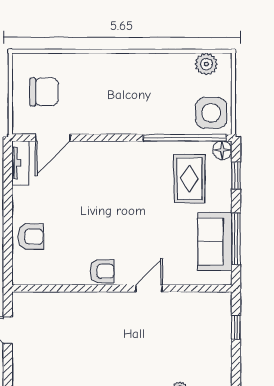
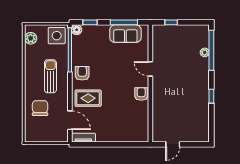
chair: (44, 92) -> (40, 108), moved
sun lounger: (135, 101) -> (50, 76), added
rug: (189, 179) -> (88, 98), moved
armchair: (31, 237) -> (82, 73), moved

